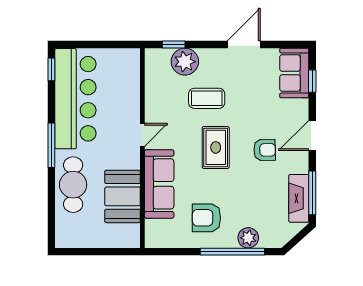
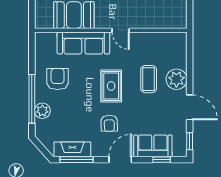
window: (174, 44) -> (190, 141), moved
plant: (185, 62) -> (176, 79), moved
sofa: (294, 73) -> (153, 146), moved
door: (312, 136) -> (120, 160), hinge flipped
rug: (216, 147) -> (111, 86), turned 90

